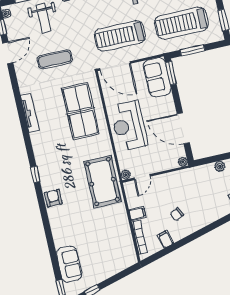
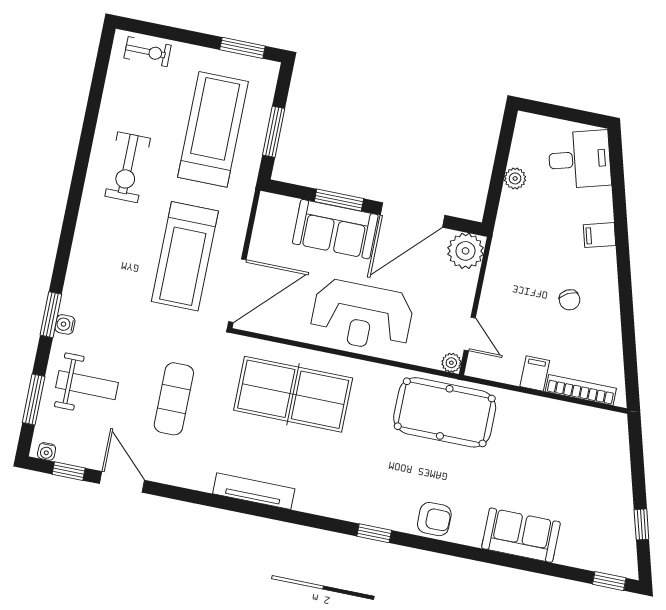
treadmill: (181, 23) -> (213, 129), turned 180
window: (171, 73) -> (339, 200), moved
sofa: (157, 77) -> (335, 229), moved
plant: (183, 162) -> (466, 251), width x1.88, depth x1.88
armchair: (53, 198) -> (434, 519), turned 180
filing cabinet: (166, 239) -> (600, 235), moved
sofa: (69, 264) -> (521, 535), moved

